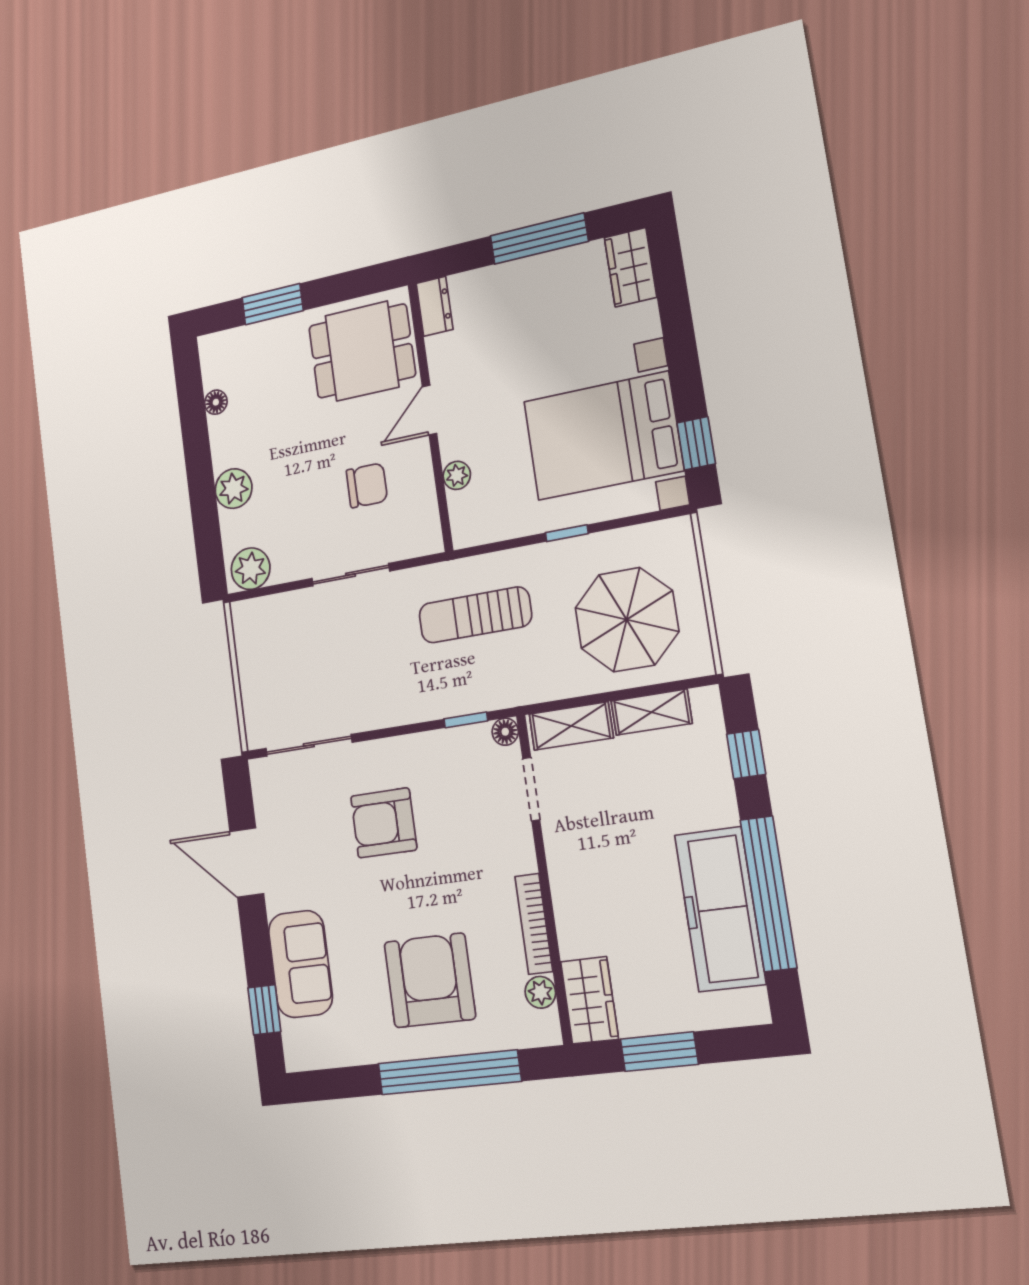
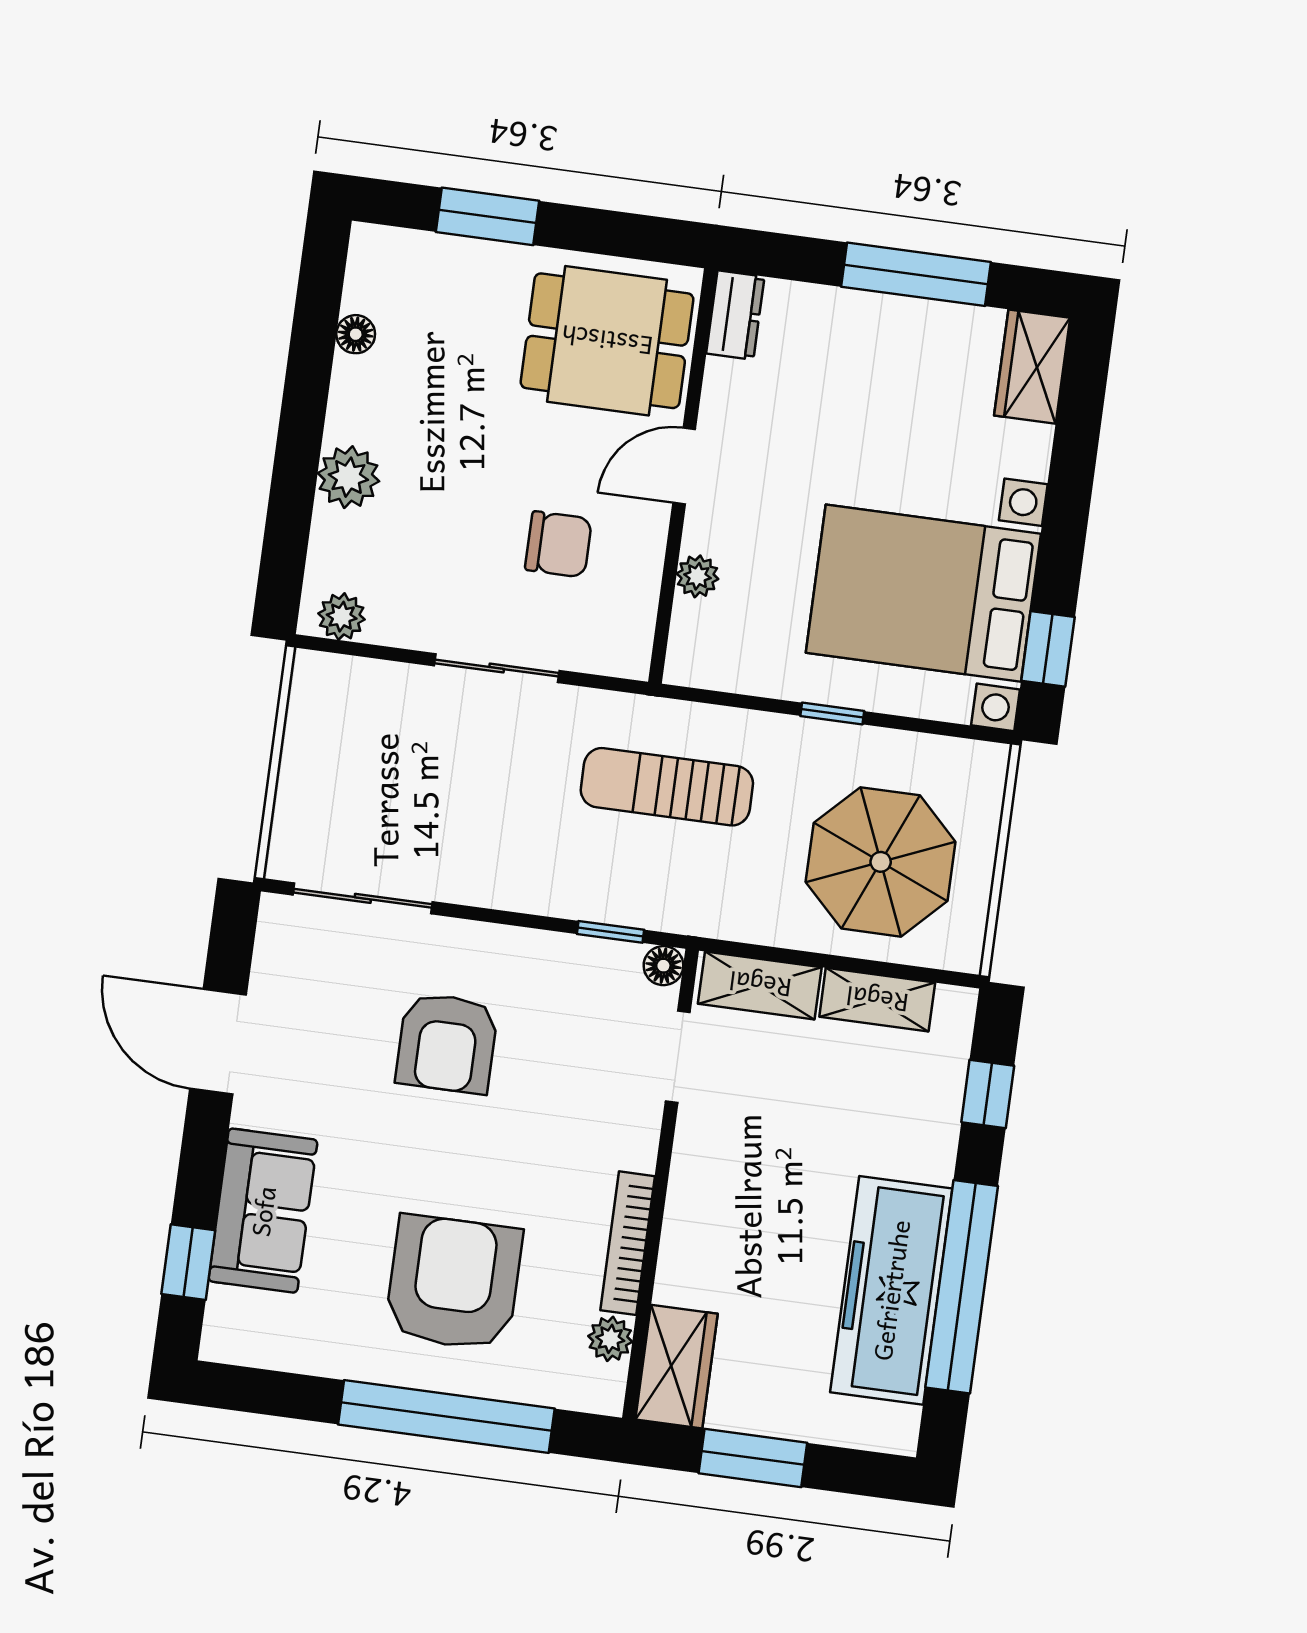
plant: (251, 569) -> (342, 617), width x0.73, depth x0.73
armchair: (384, 823) -> (447, 1043), turned -90

